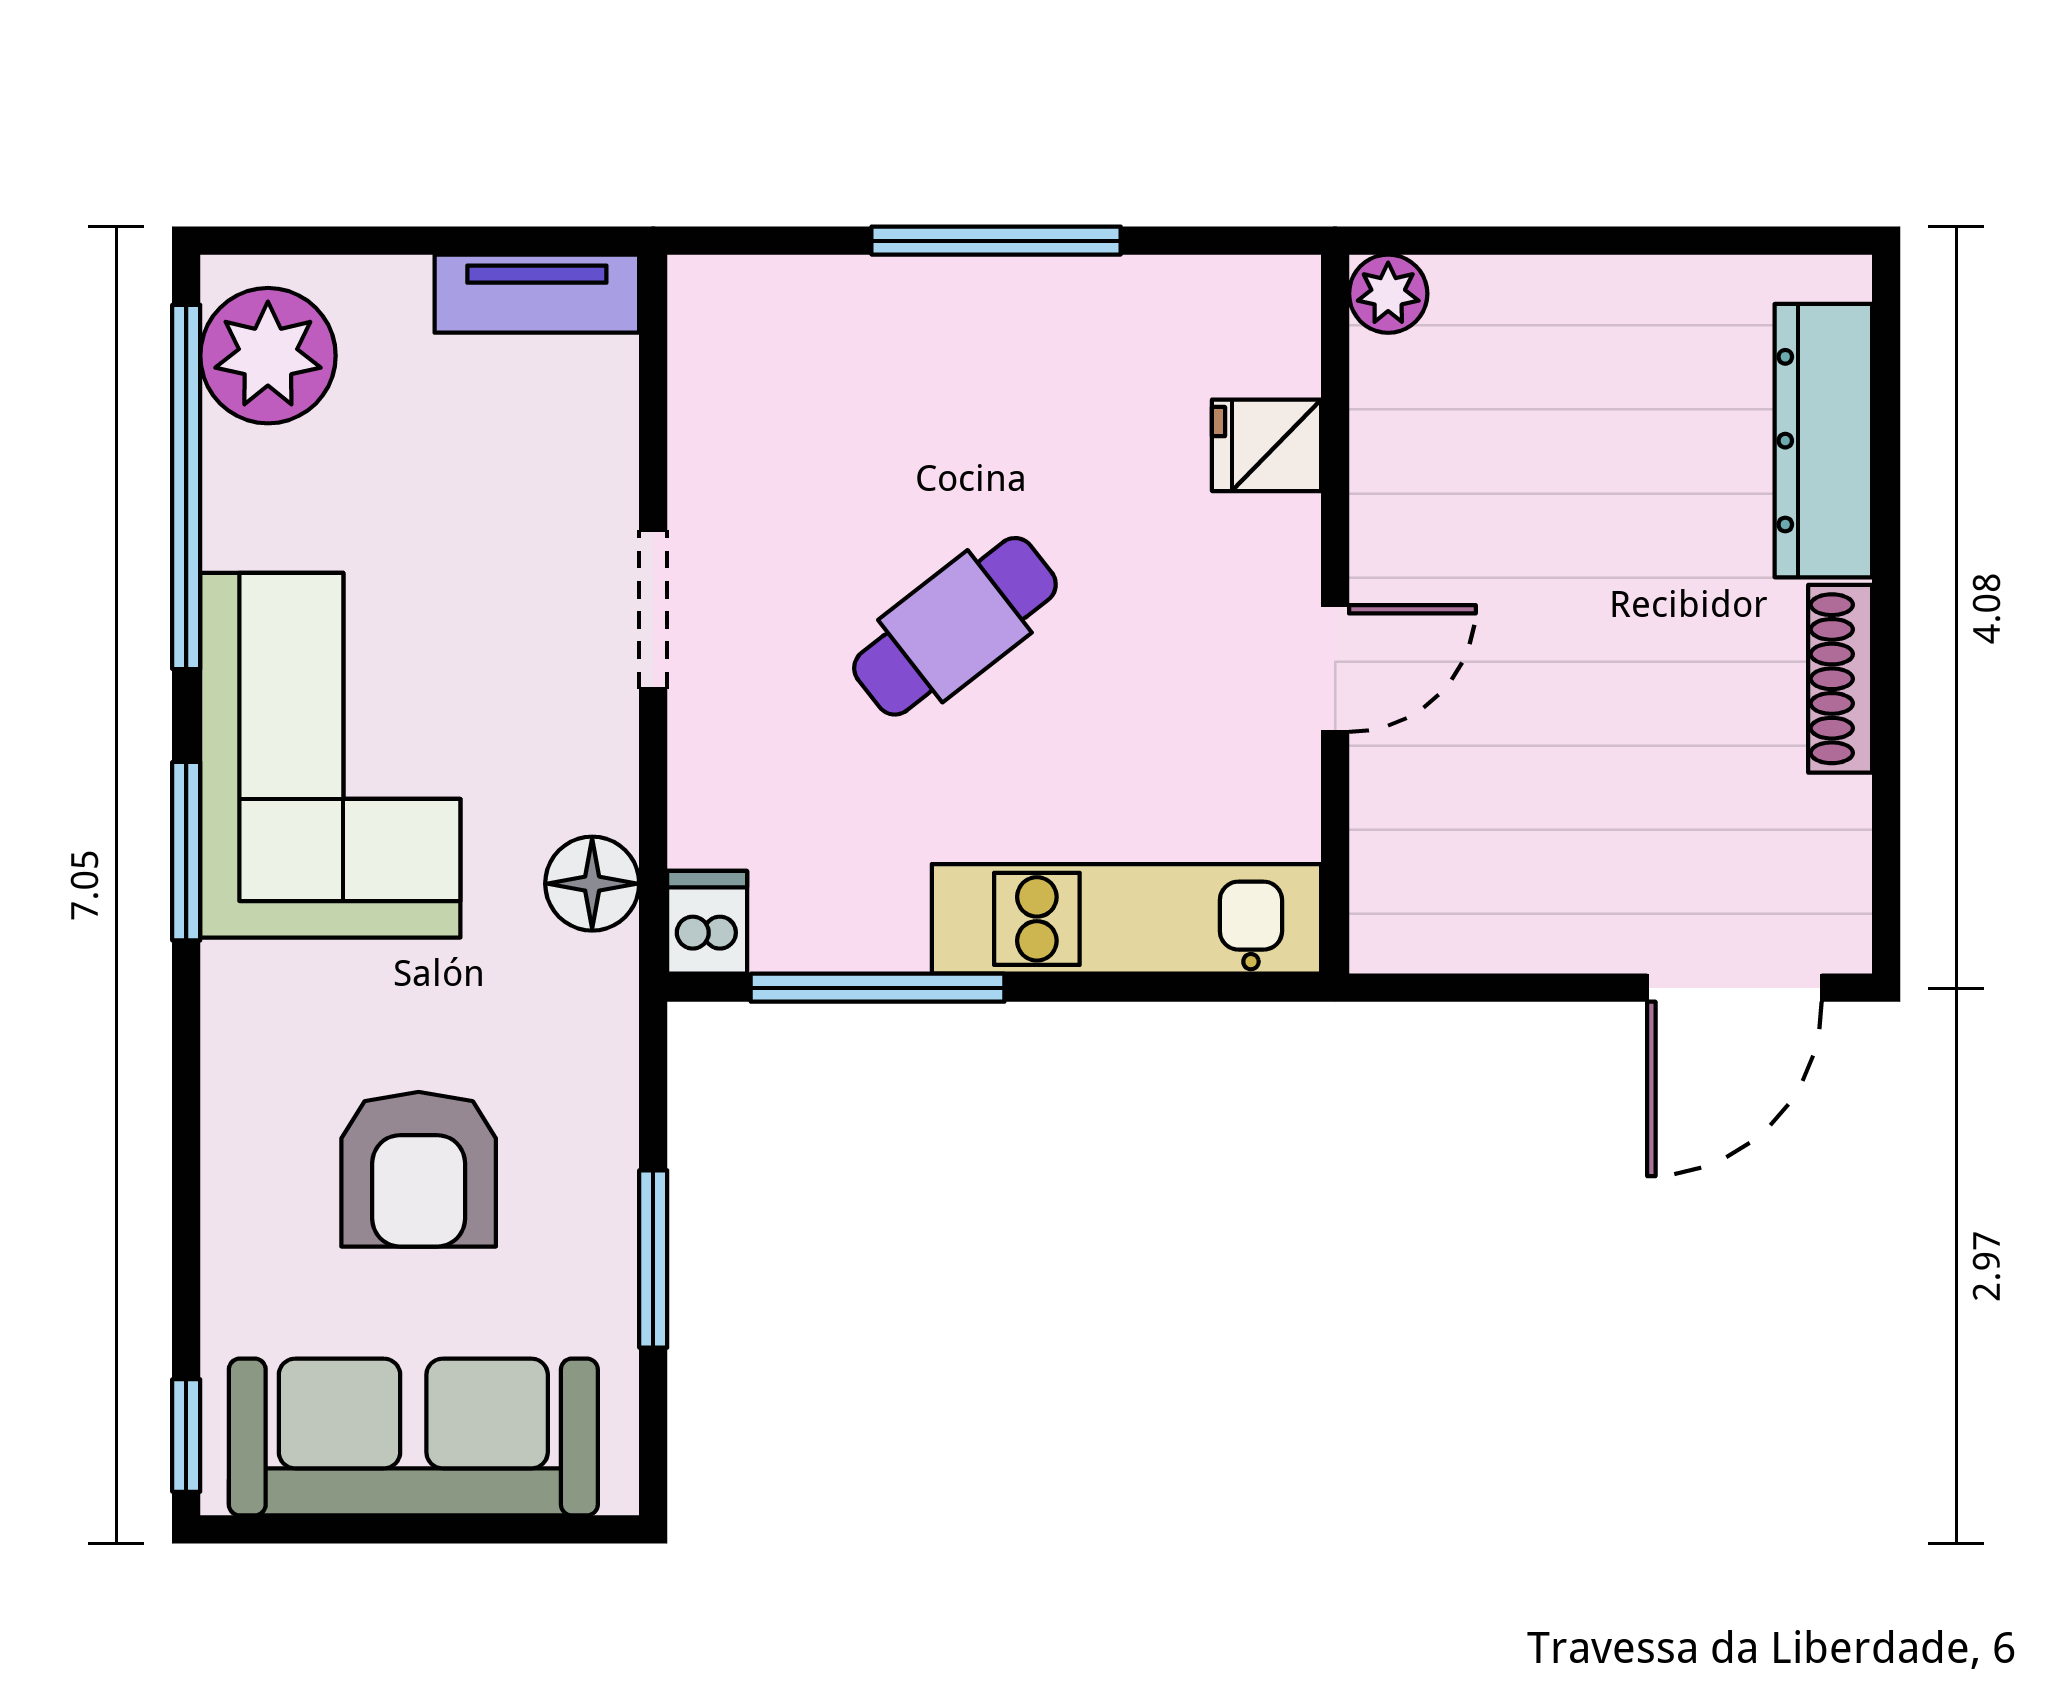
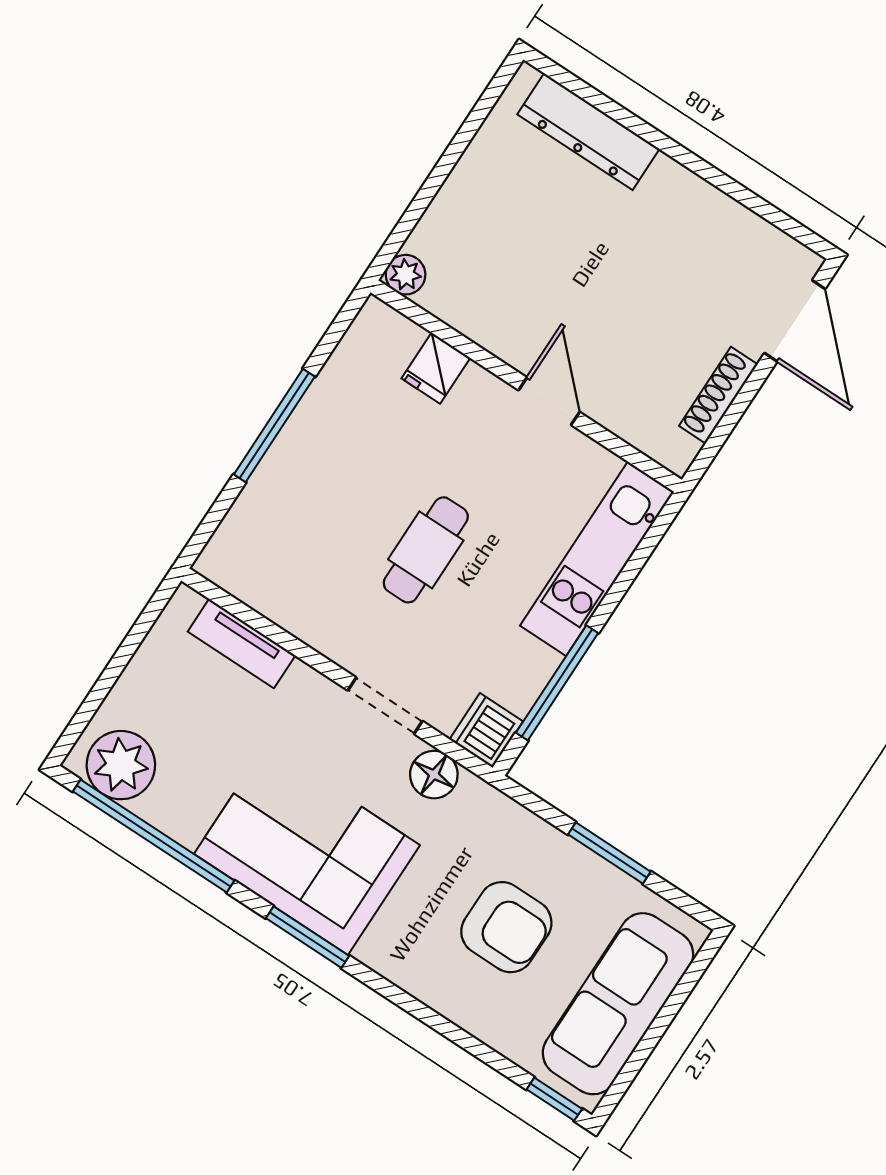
tv unit: (537, 294) -> (242, 643), moved, turned 90
doorway: (653, 609) -> (385, 706), moved
cafe table: (955, 626) -> (426, 550), turned 38
shoe rack: (1840, 679) -> (718, 395), moved, turned 90
dishwasher: (707, 922) -> (486, 730), width x1.38

